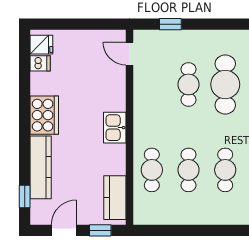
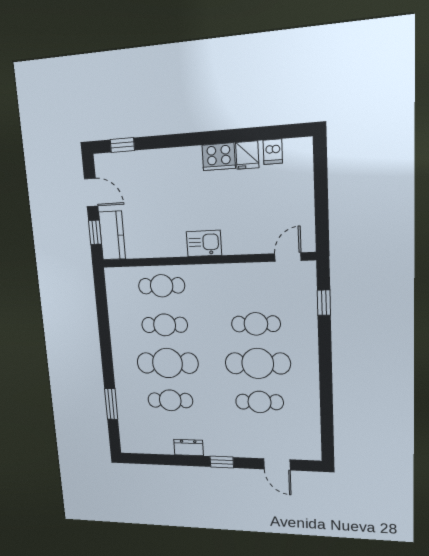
fridge: (41, 45) -> (247, 155), moved
cooker: (44, 115) -> (219, 157), width x0.73, depth x0.76
kitchen counter: (41, 167) -> (155, 161), removed
cafe table: (225, 170) -> (167, 363), width x1.37, depth x1.35
kitchen counter: (115, 198) -> (112, 235), moved, turned 90

